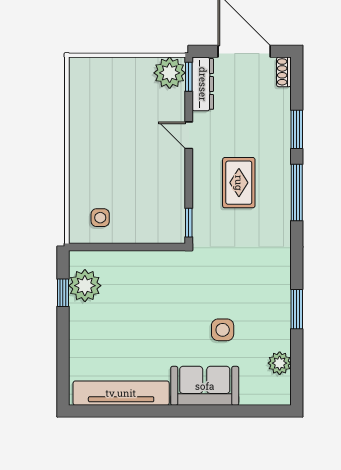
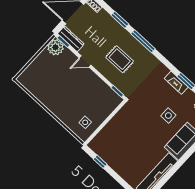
plant: (85, 286) -> (105, 151), removed
fireplace: (281, 297) -> (176, 83), added

